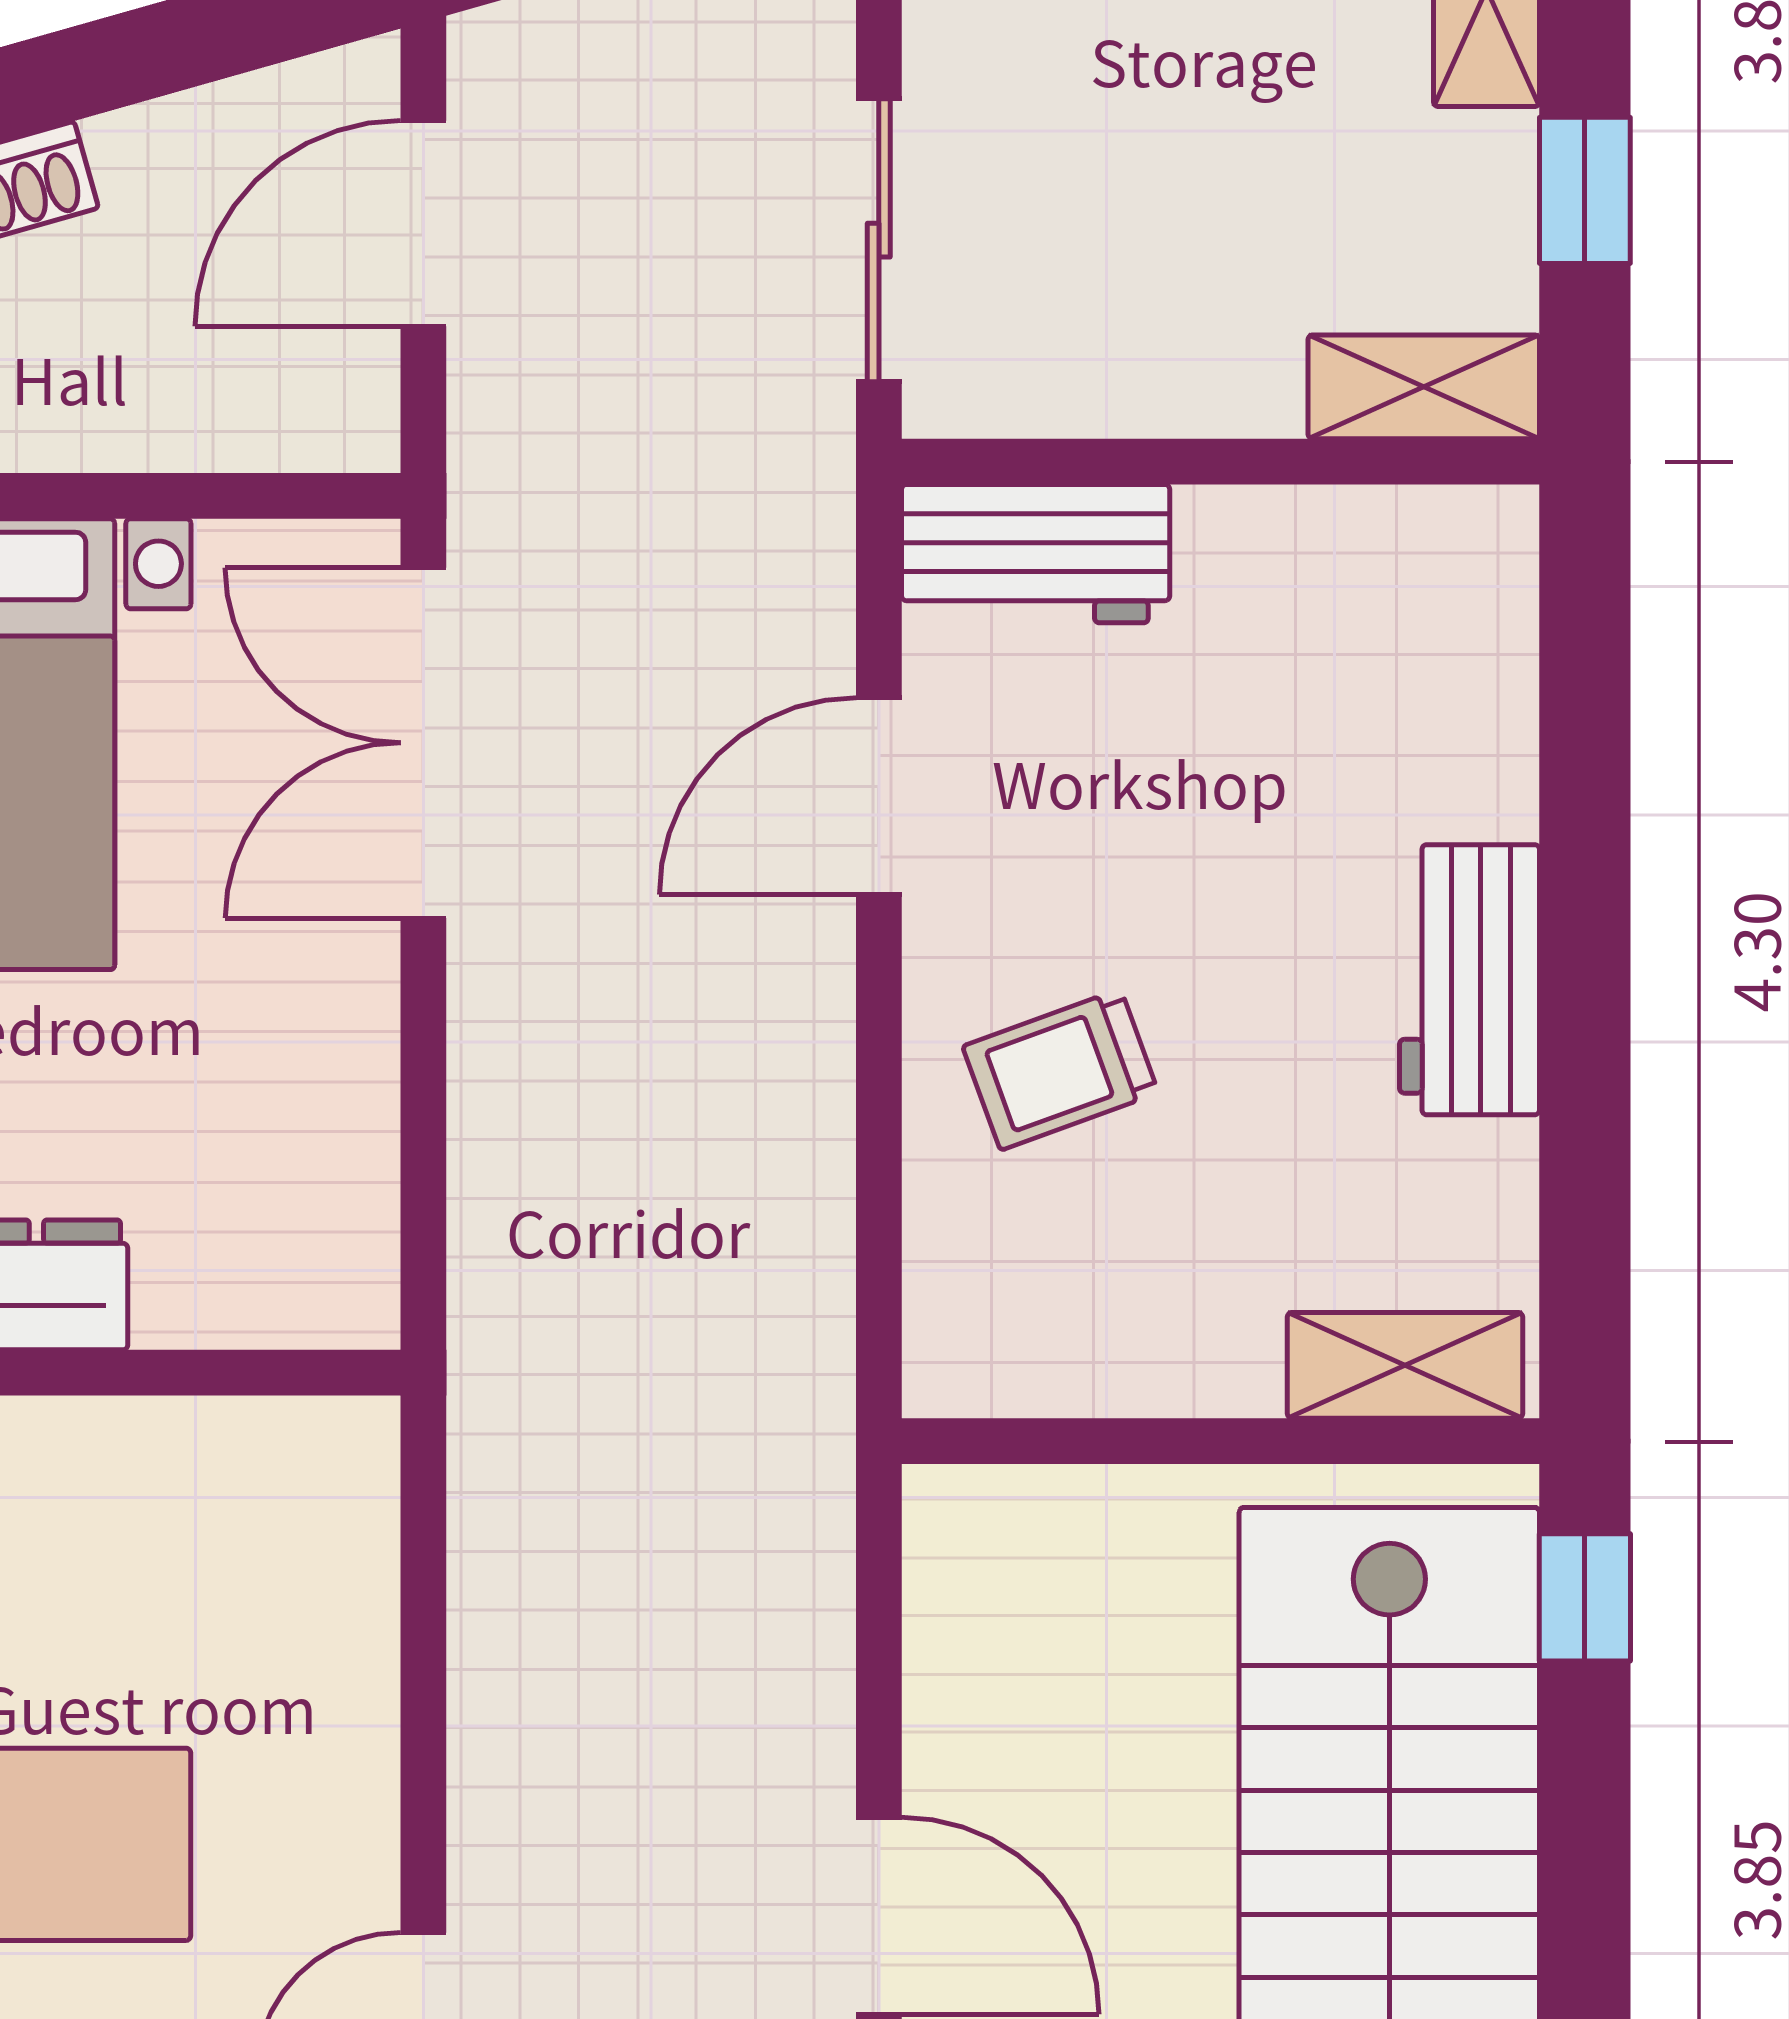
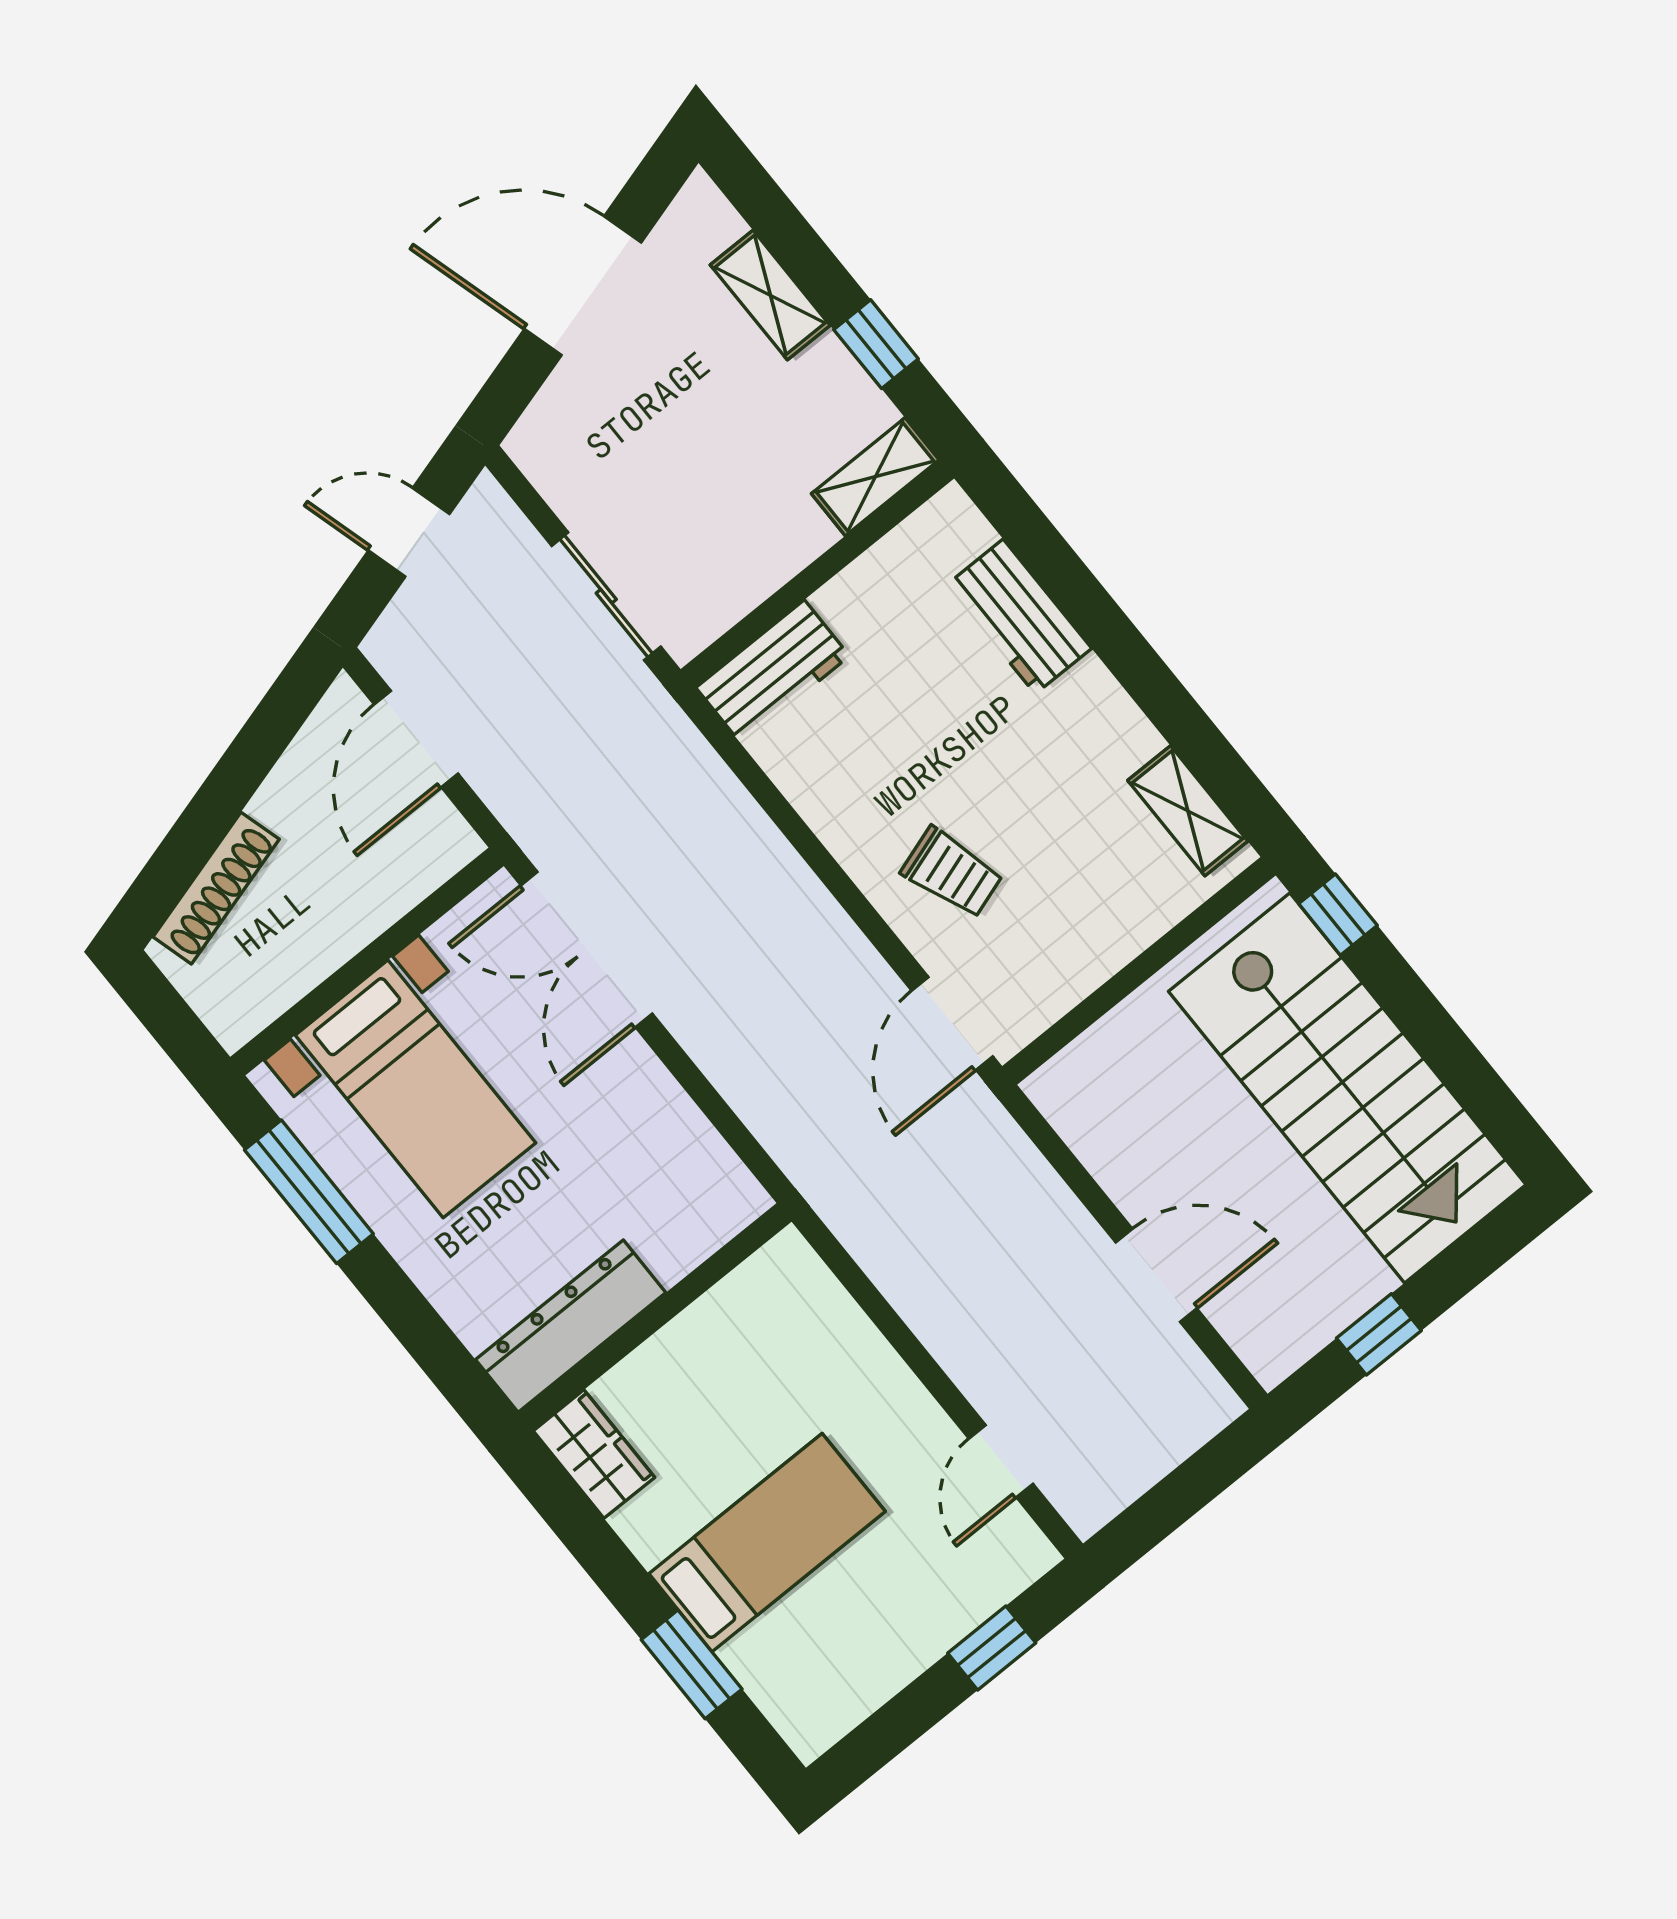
door: (879, 796) -> (952, 1024), moved
workbench: (1470, 980) -> (1019, 617), moved
trolley: (1060, 1070) -> (952, 873), turned -88
shelving: (1405, 1365) -> (1188, 811), moved, turned 90

